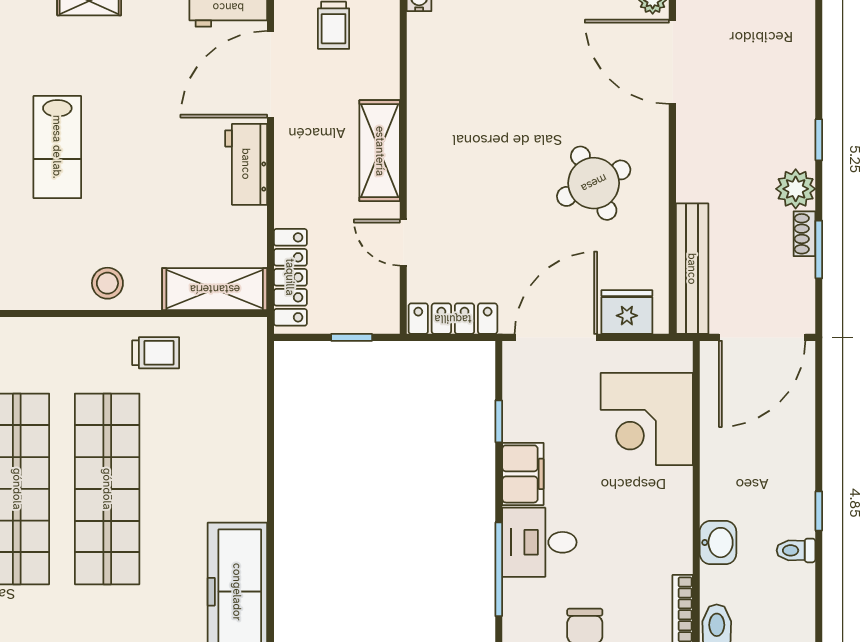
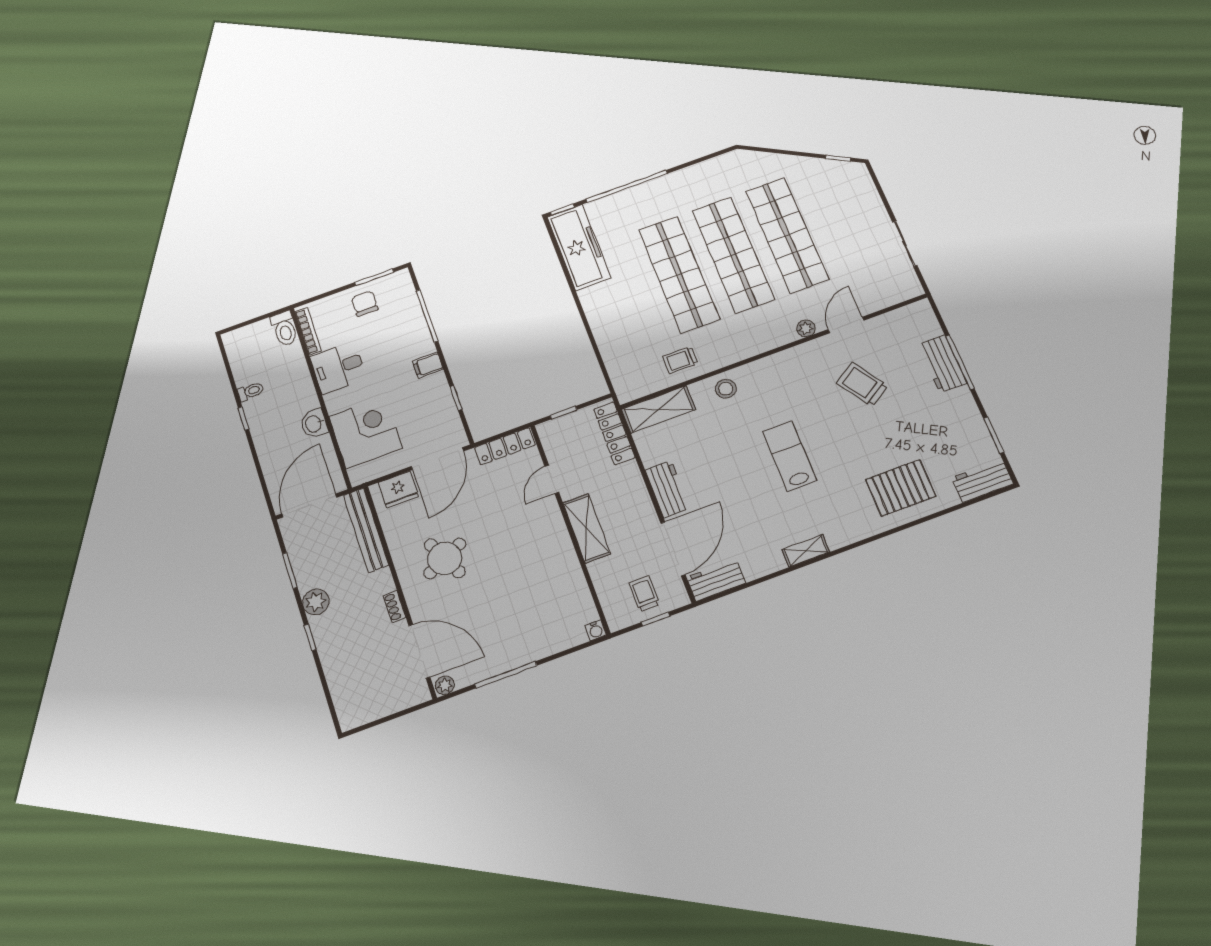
shoe rack: (805, 234) -> (395, 606), moved, turned 180
door: (403, 242) -> (552, 479), swing flipped
filing cabinet: (523, 474) -> (428, 365), width x0.50
desk: (539, 542) -> (338, 368), moved, turned 180
washbasin: (718, 543) -> (314, 424), moved

